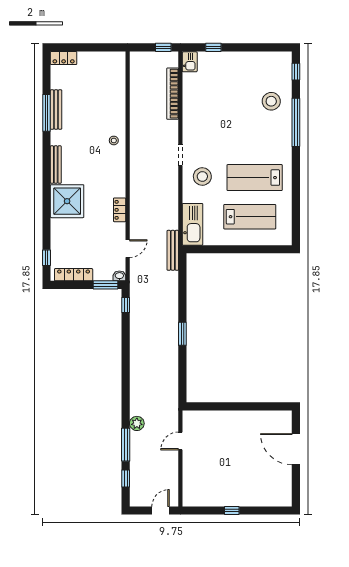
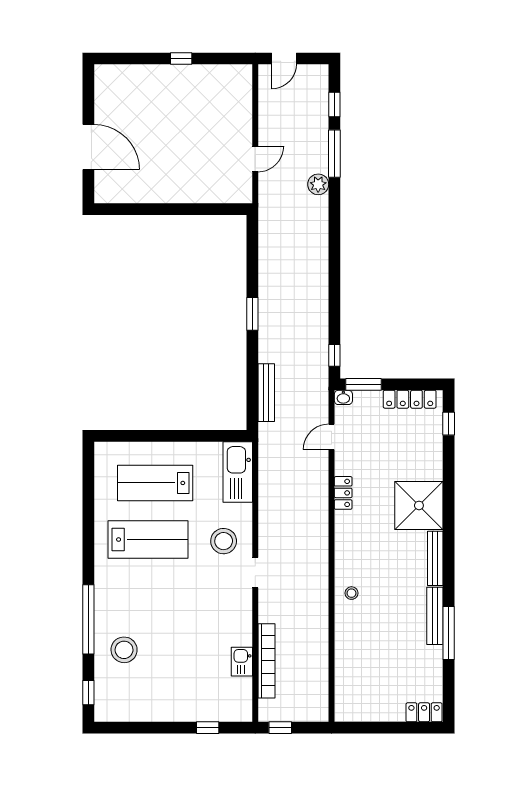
kitchen sink: (190, 62) -> (242, 662), moved
bench: (56, 110) -> (435, 616), moved
bench: (173, 250) -> (266, 393), moved

